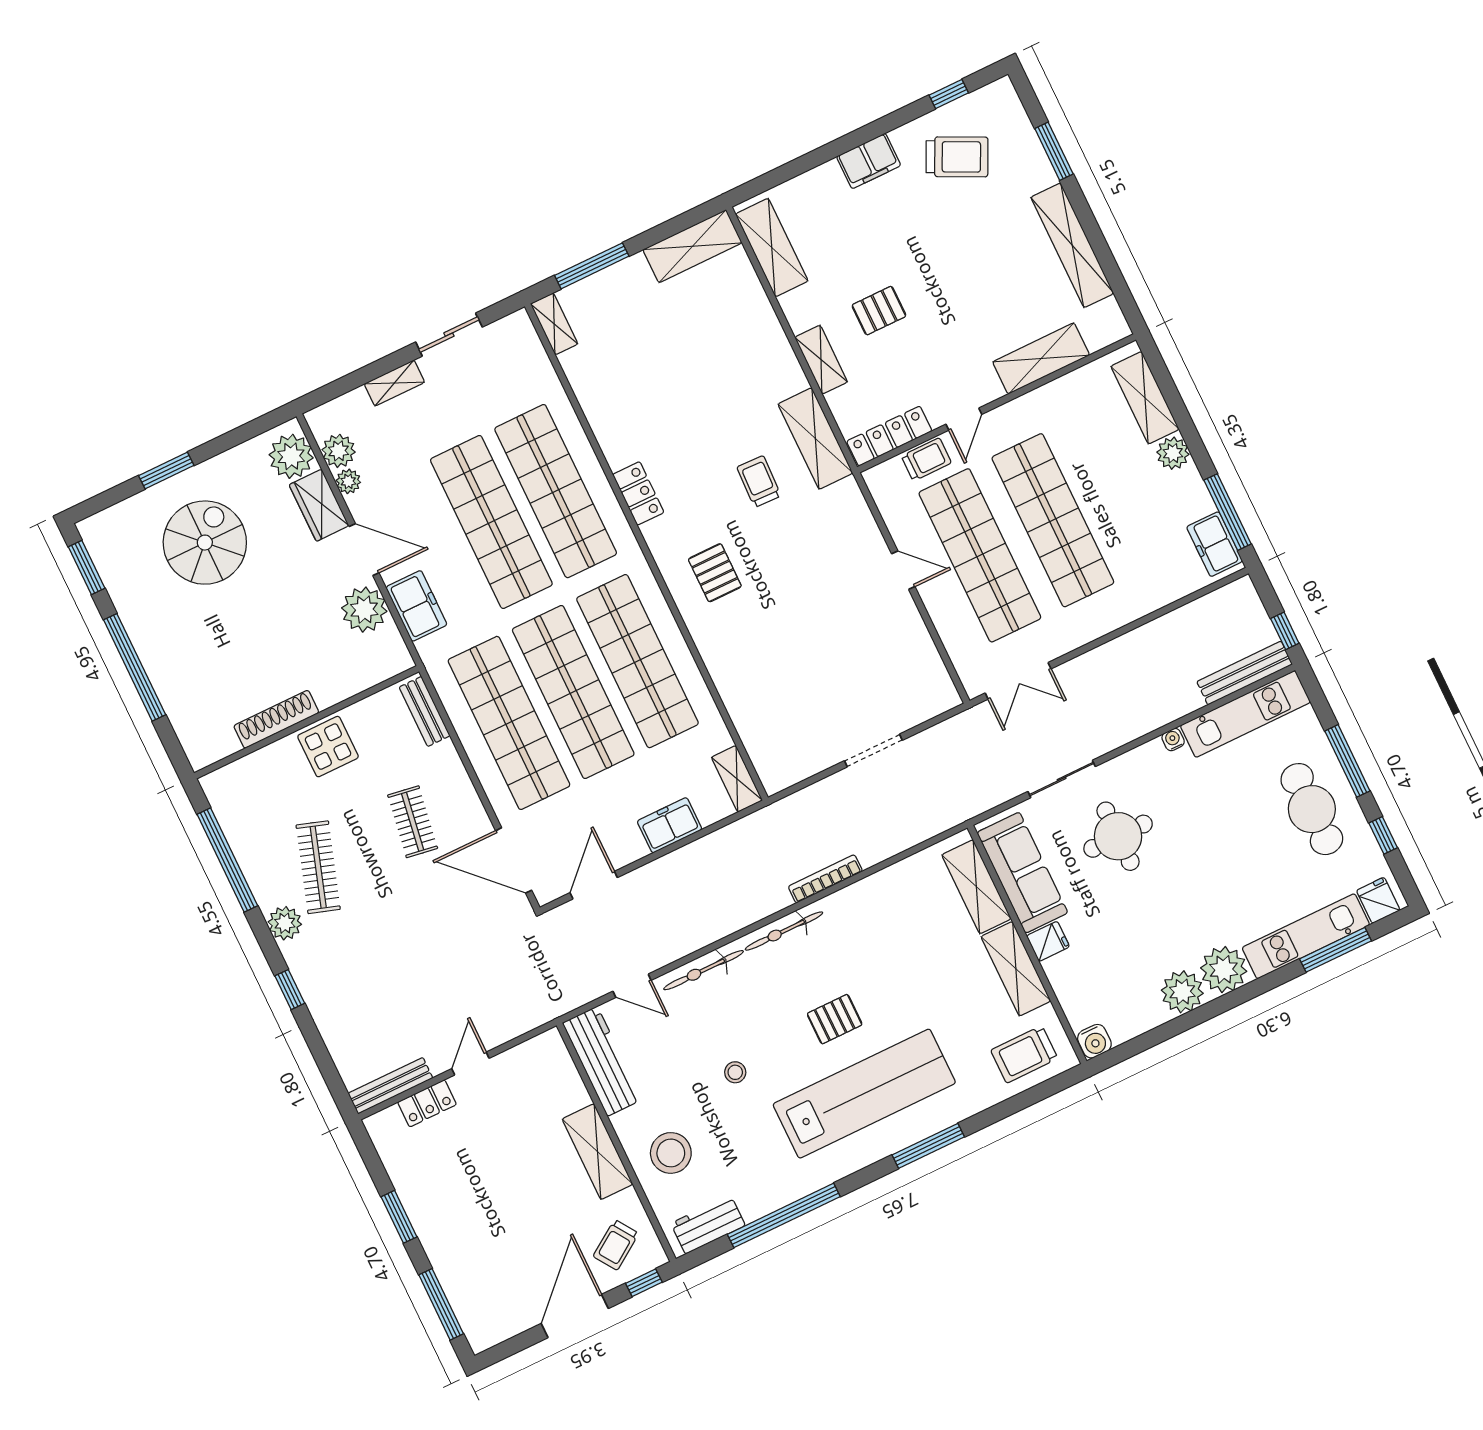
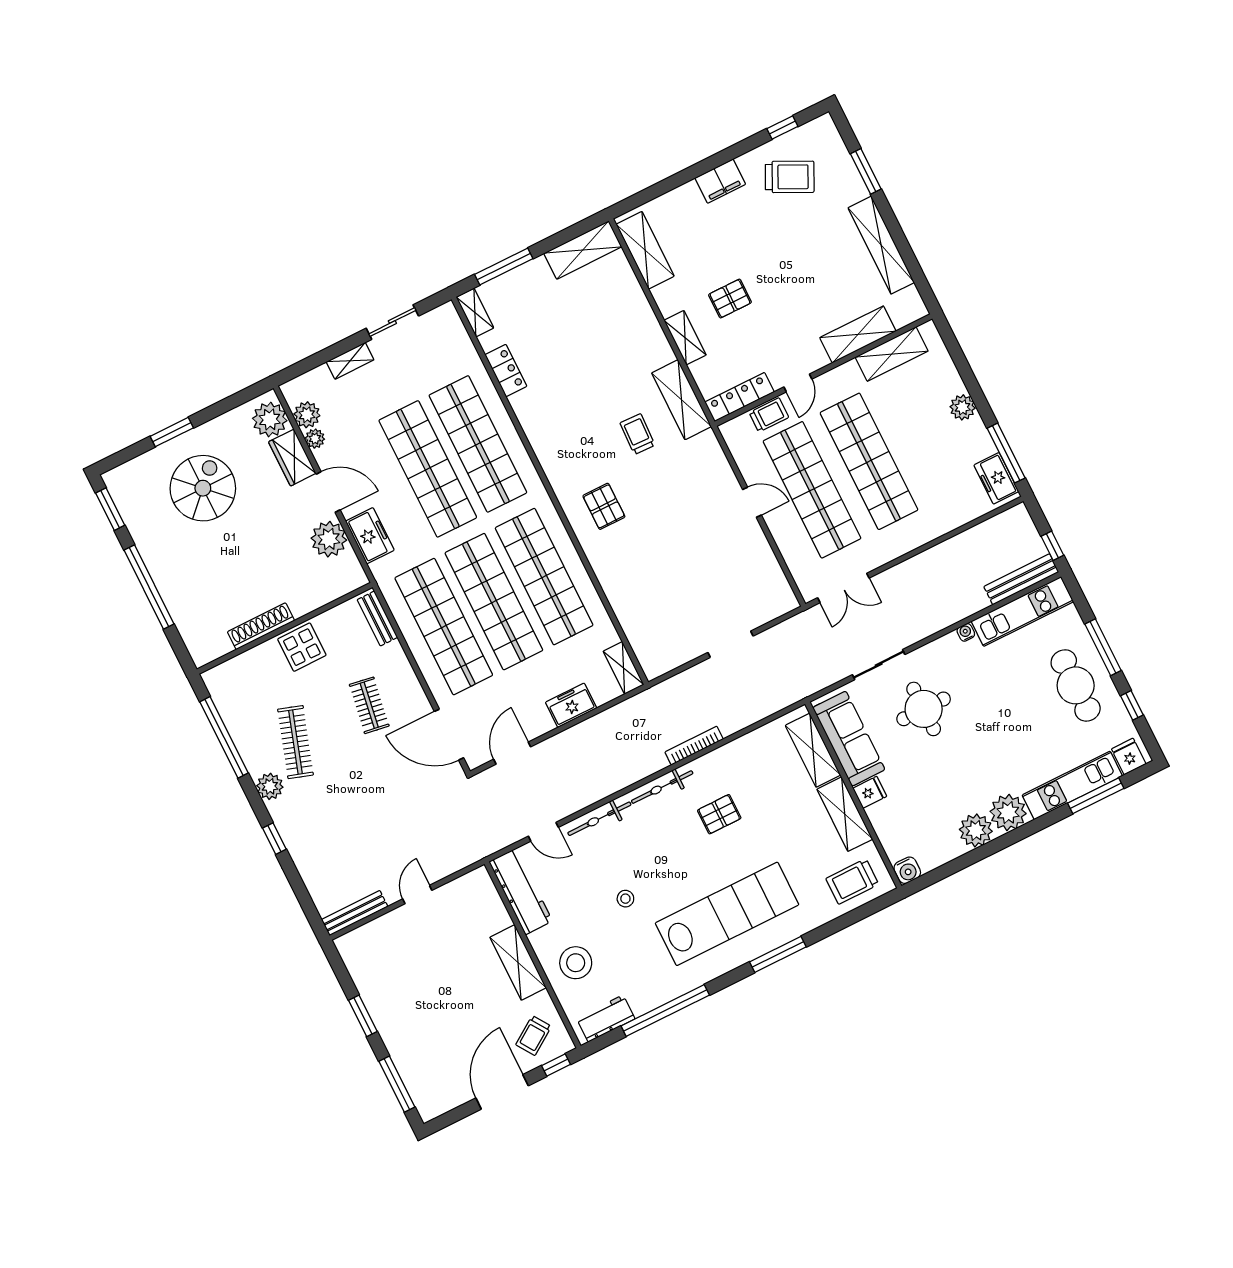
shelving: (1145, 398) -> (892, 354), moved, turned 90
locker: (638, 493) -> (506, 370), moved
pallet: (835, 1019) -> (719, 814), moved
locker: (427, 1103) -> (384, 926), removed

